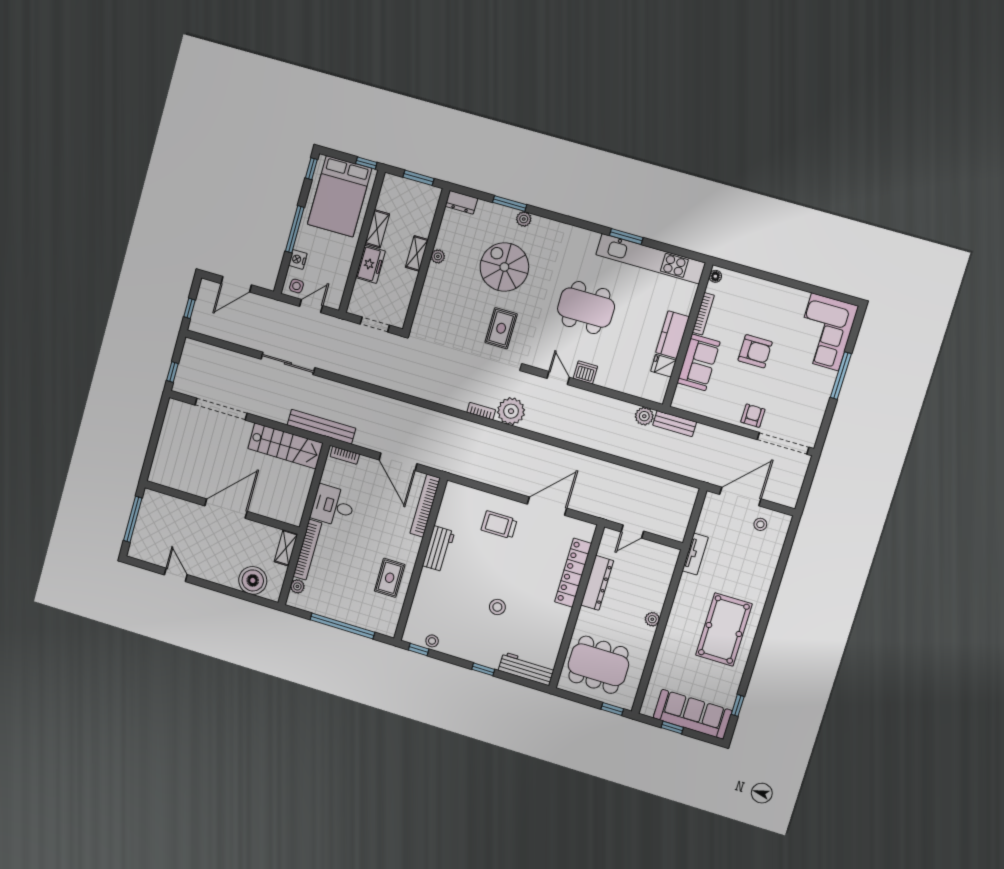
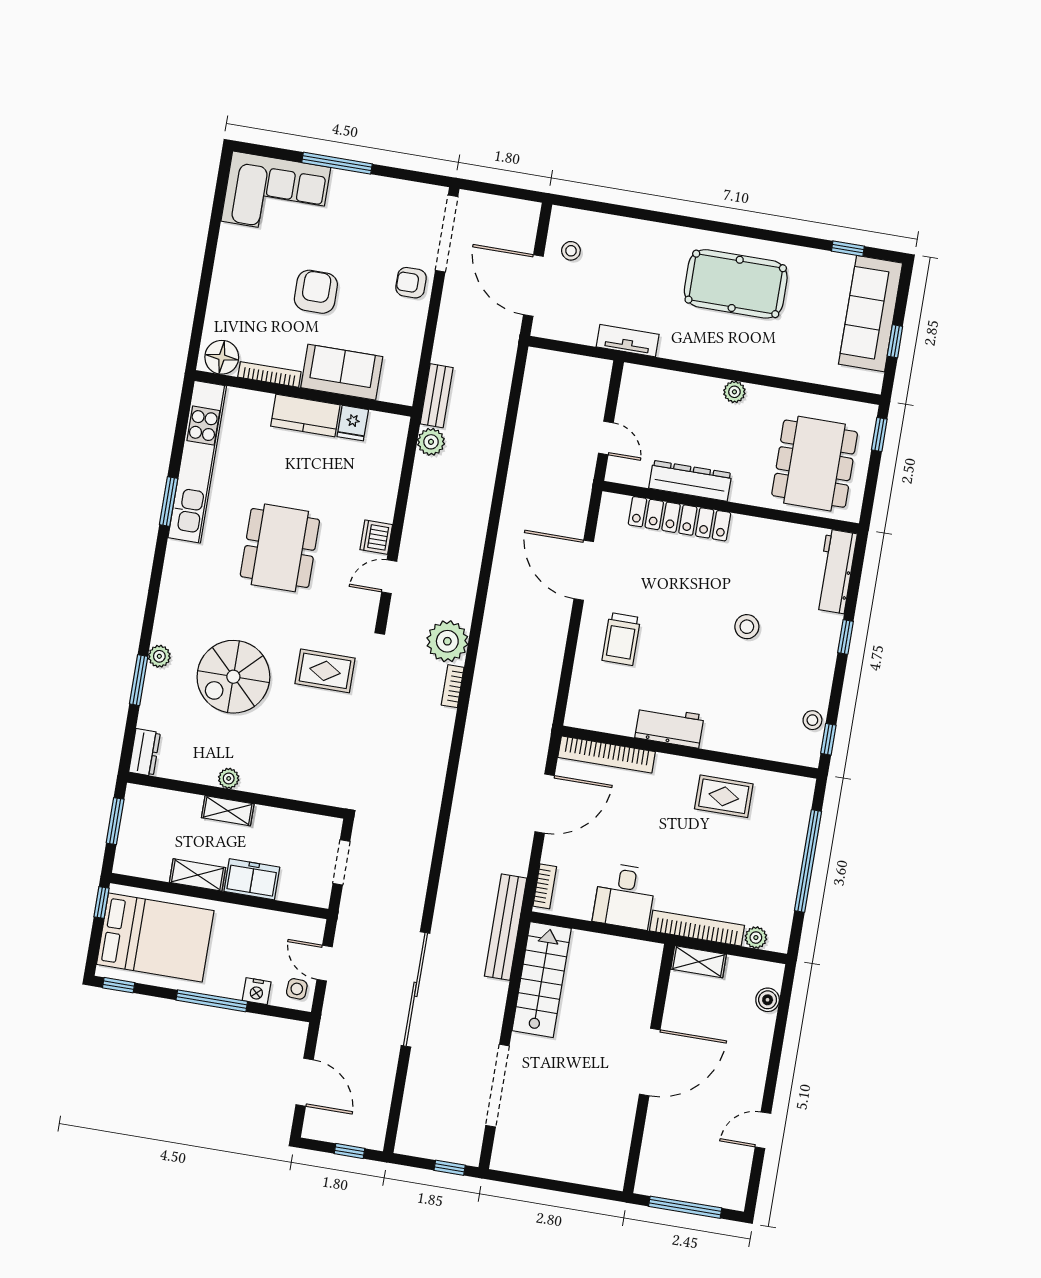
floor lamp: (715, 276) -> (222, 357), width x1.89, depth x1.89
sliding door: (288, 363) -> (416, 989), width x1.36
door: (226, 509) -> (650, 1062), swing flipped
boiler: (253, 580) -> (768, 1000), width x0.54, depth x0.54

